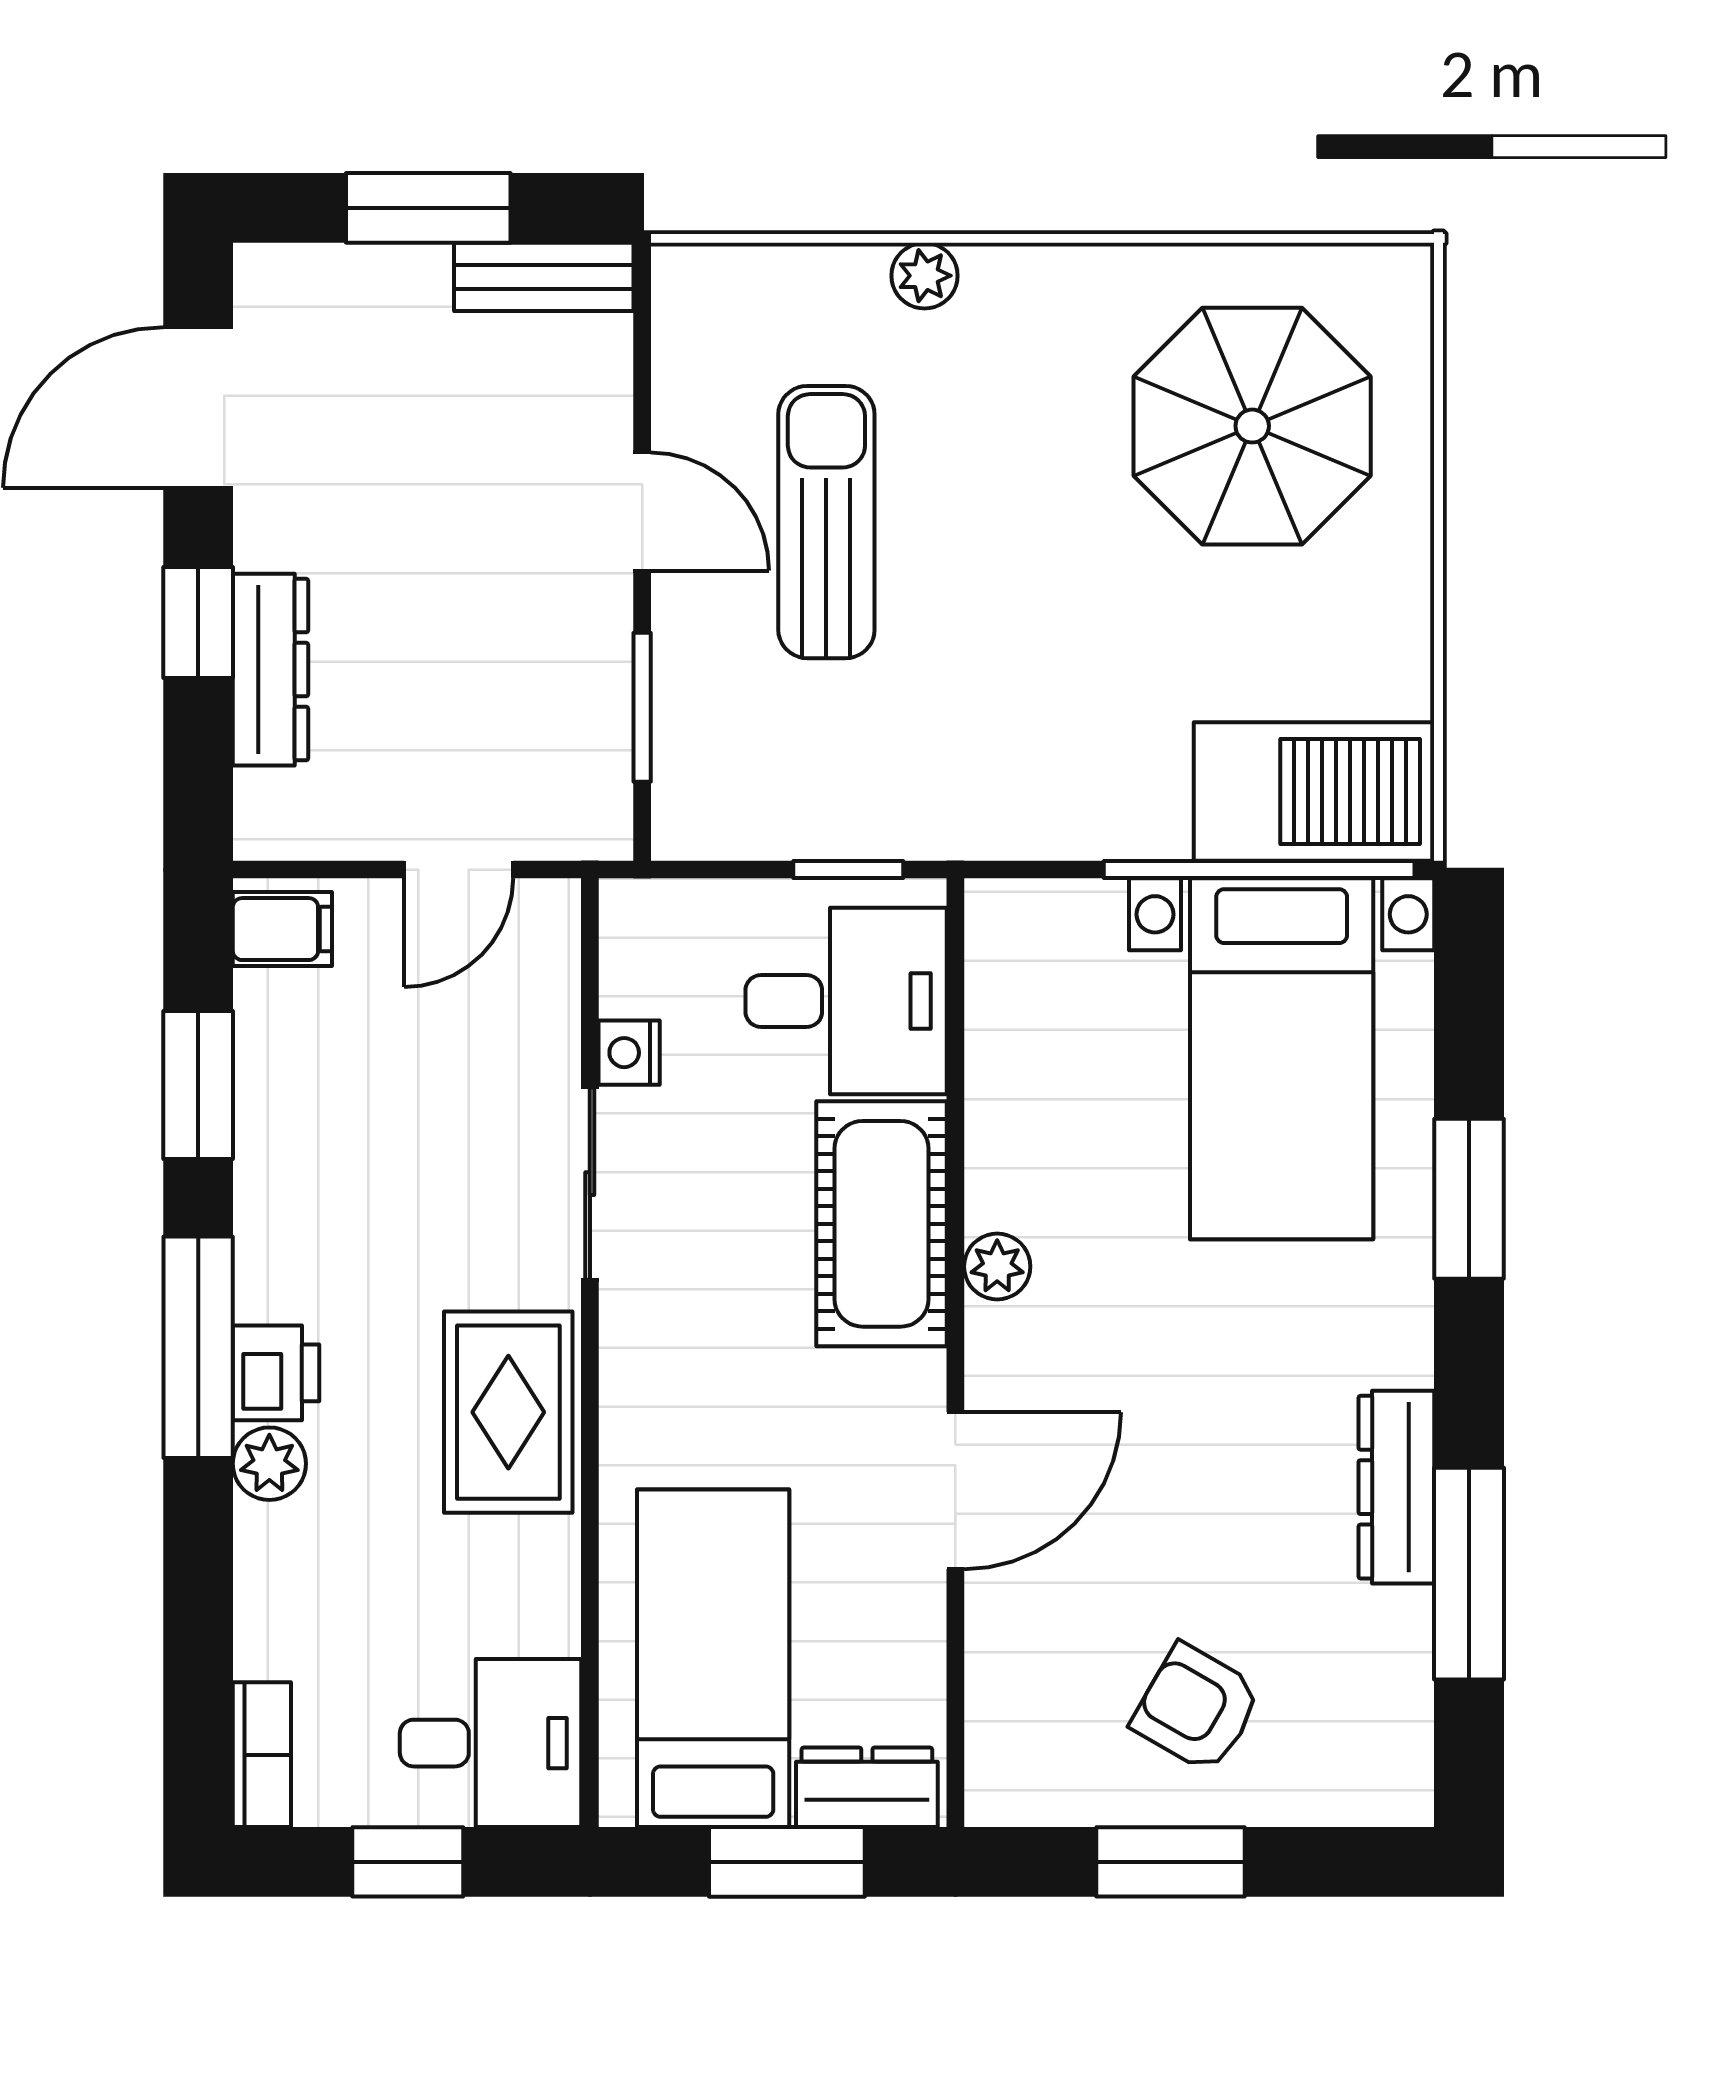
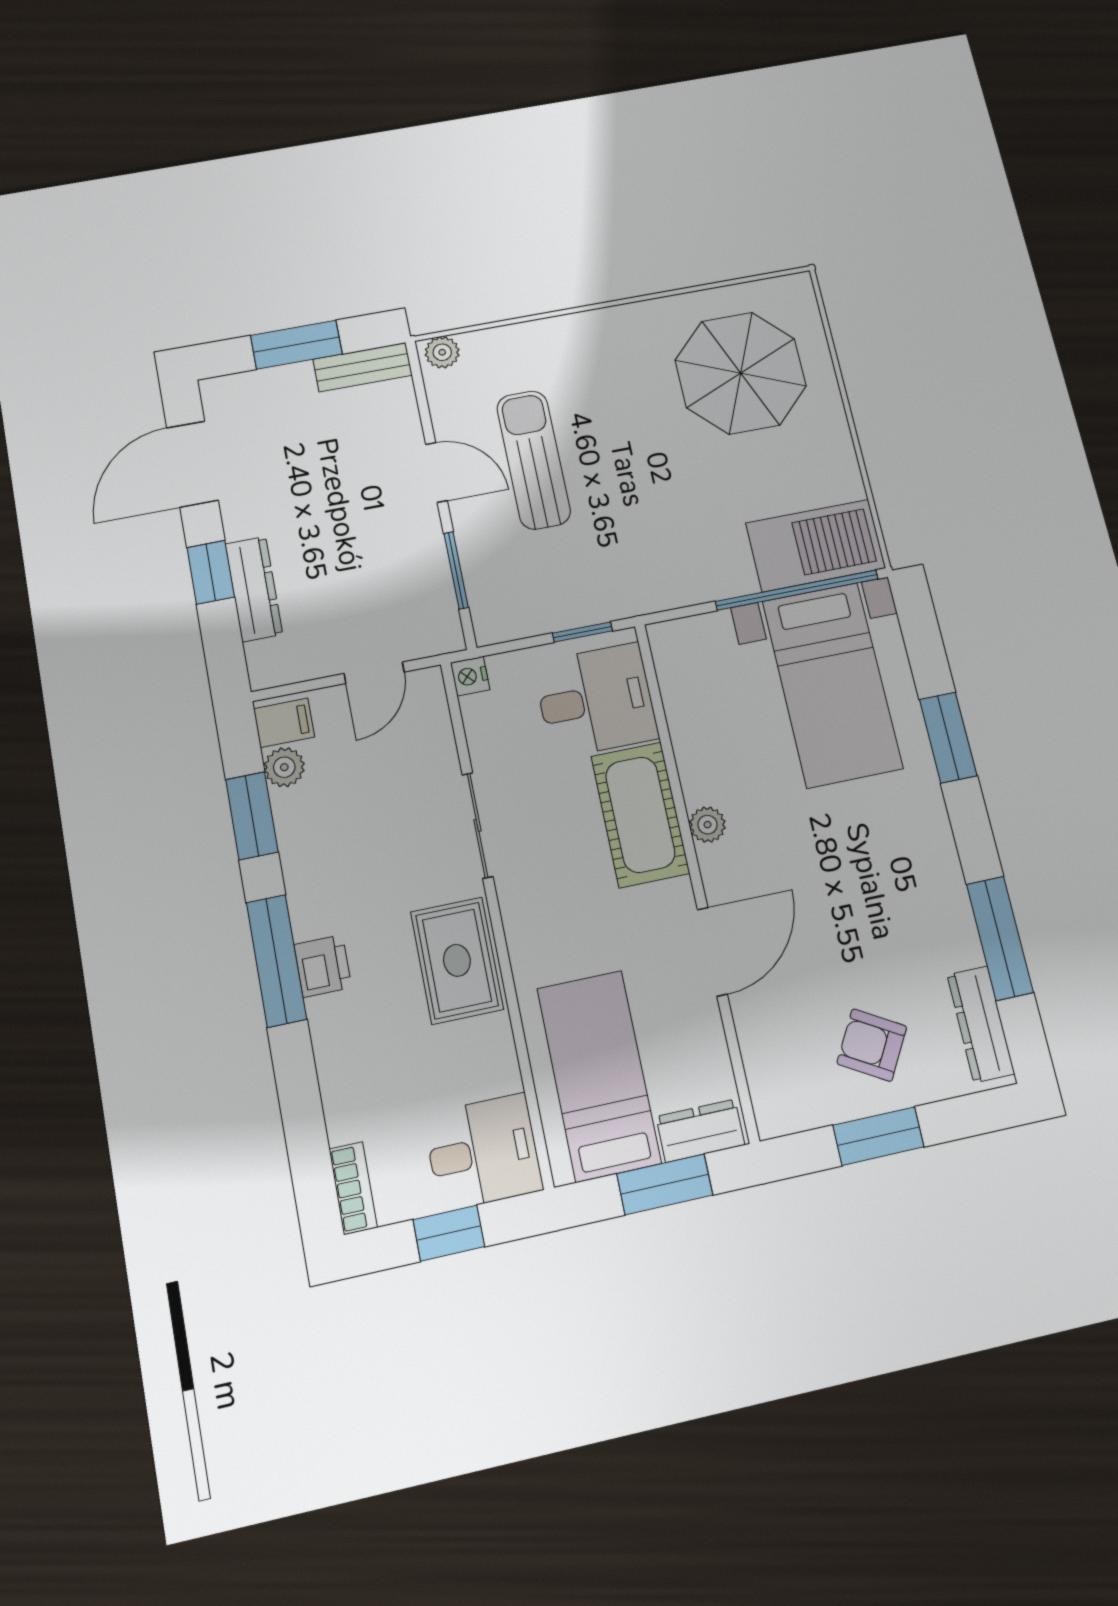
plant: (924, 276) -> (442, 352), moved
nightstand: (629, 1053) -> (470, 676), moved
plant: (269, 1464) -> (284, 767), moved
dresser: (1396, 1487) -> (981, 1024), moved

